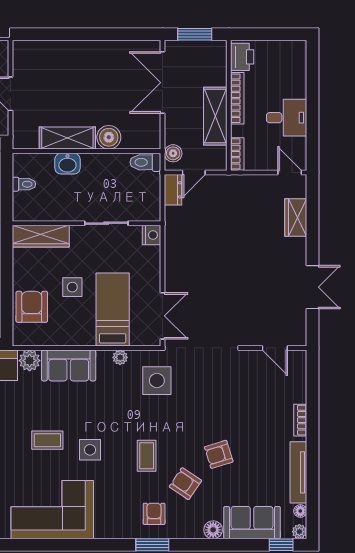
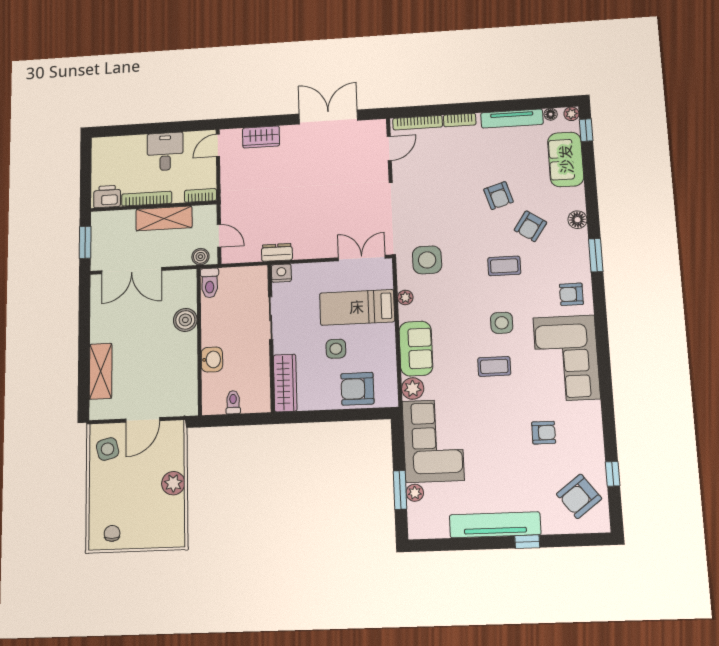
shelving: (67, 138) -> (101, 371), moved
dresser: (173, 190) -> (277, 252), moved
double door: (313, 287) -> (328, 117), width x1.37
bookcase: (300, 378) -> (418, 123), added
coffee table: (47, 440) -> (494, 366), turned 90
armchair: (154, 514) -> (571, 294), moved
floor lamp: (213, 530) -> (577, 220), moved

